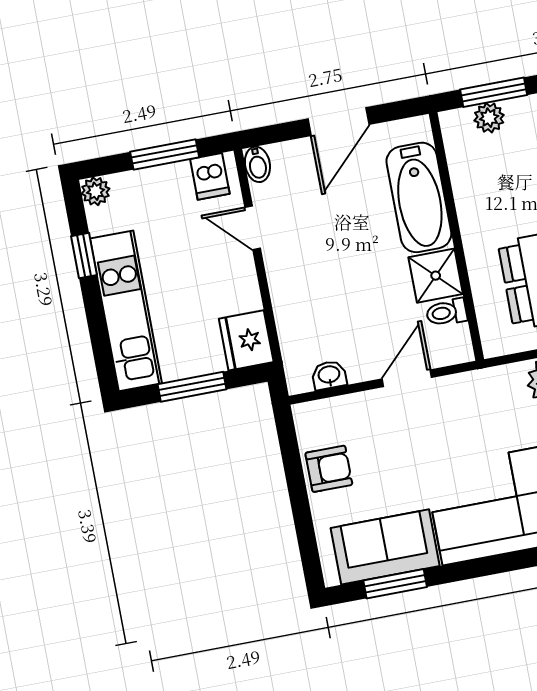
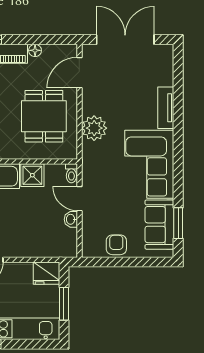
toilet: (447, 312) -> (71, 173), moved
washbasin: (329, 375) -> (71, 219), moved

